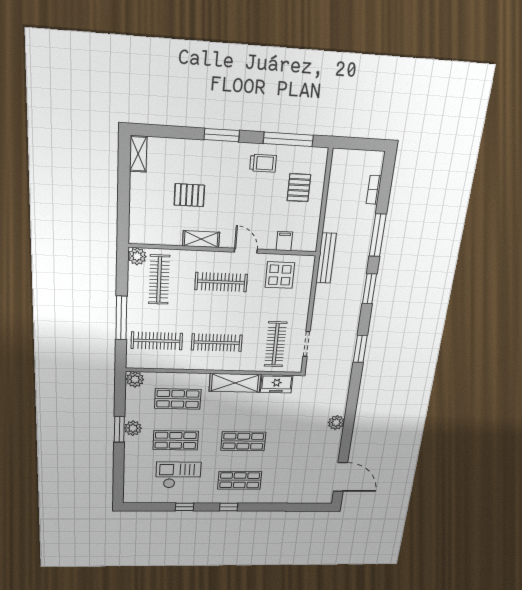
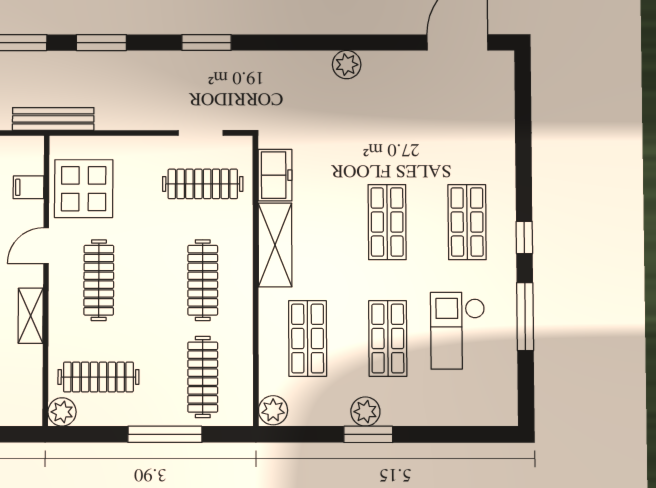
display table: (280, 275) -> (84, 189), width x1.36, depth x1.36
window: (184, 507) -> (525, 317), width x2.17

